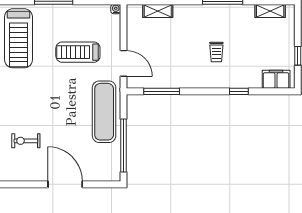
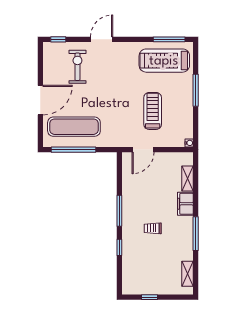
filing cabinet: (276, 79) -> (185, 204), moved, turned 180
window: (162, 91) -> (119, 211), moved
exercise mat: (104, 112) -> (74, 127), moved
exercise bike: (26, 141) -> (77, 67), width x1.38, depth x1.39

